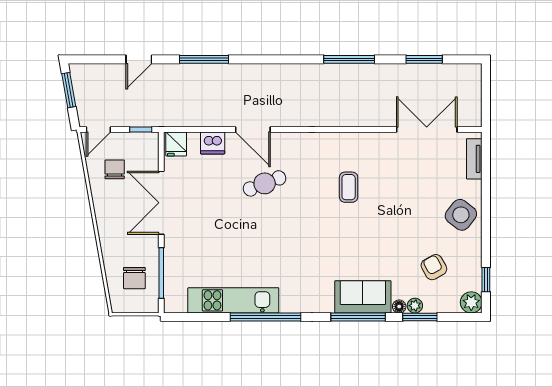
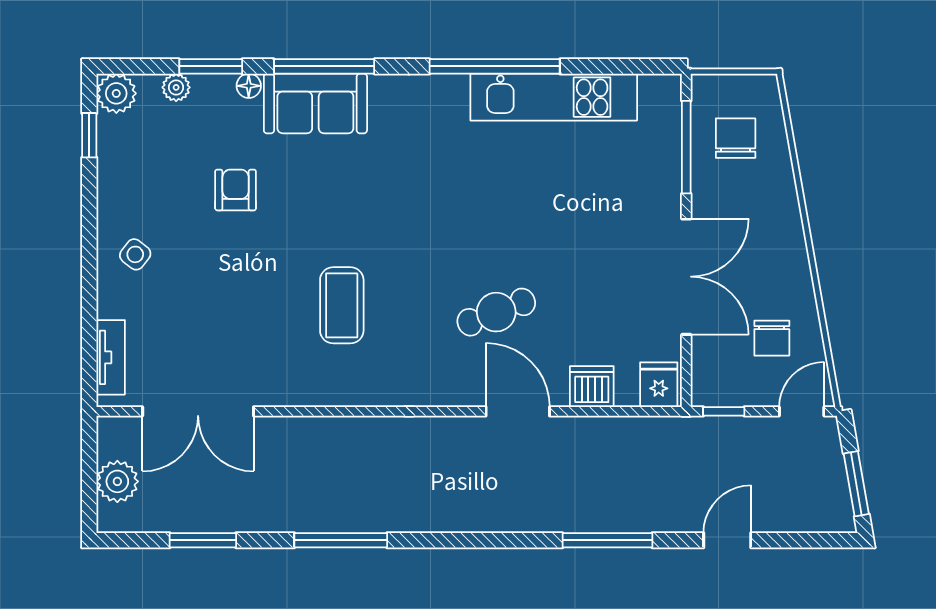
plant: (471, 91) -> (117, 481), added
coffee table: (349, 187) -> (342, 305), width x1.36, depth x1.30
side table: (461, 215) -> (135, 254), width x0.54, depth x0.54
armchair: (434, 267) -> (236, 190), moved, turned -151
plant: (415, 306) -> (176, 87), moved

